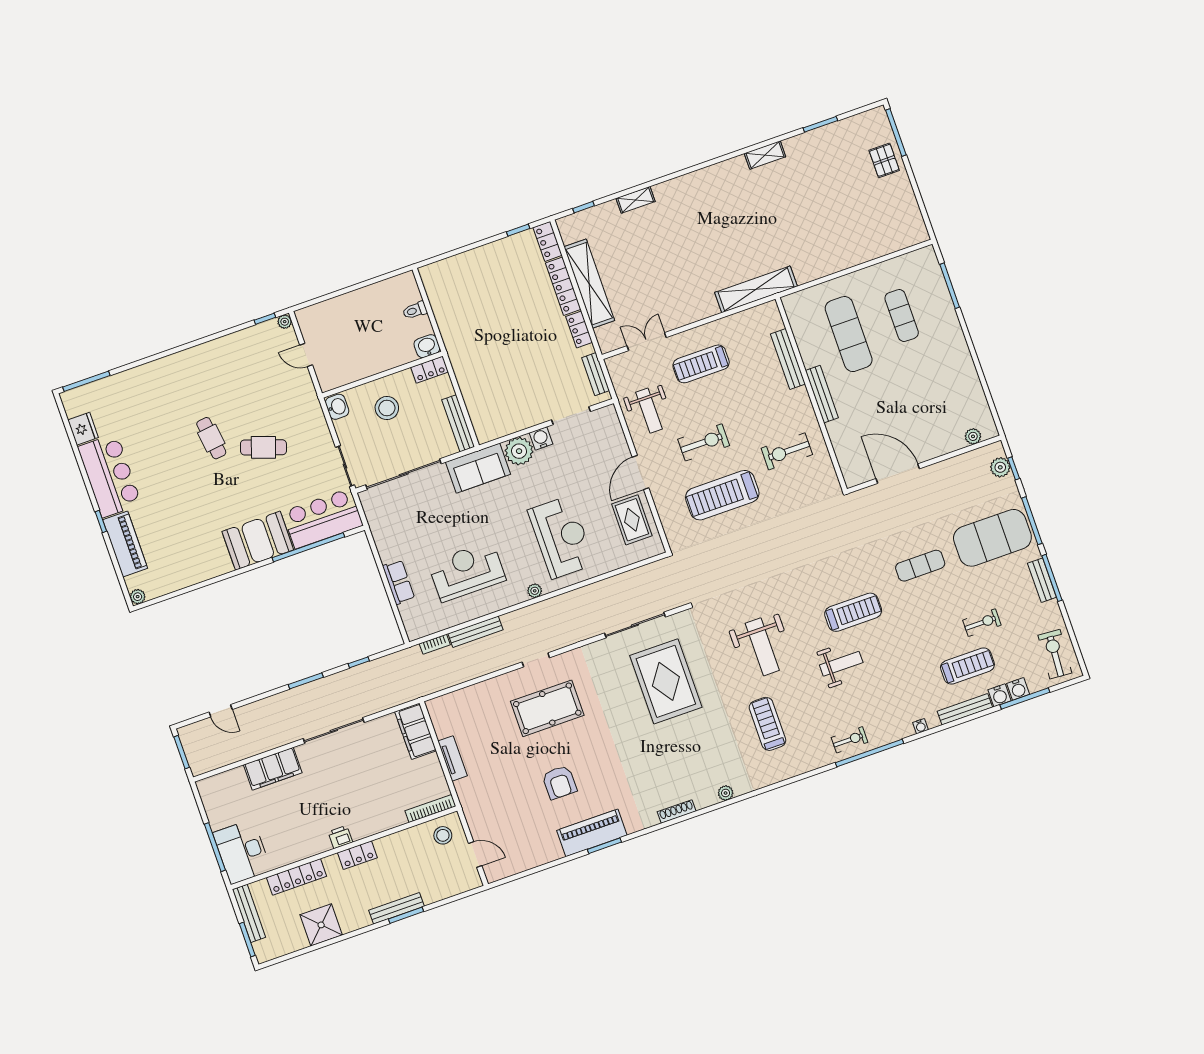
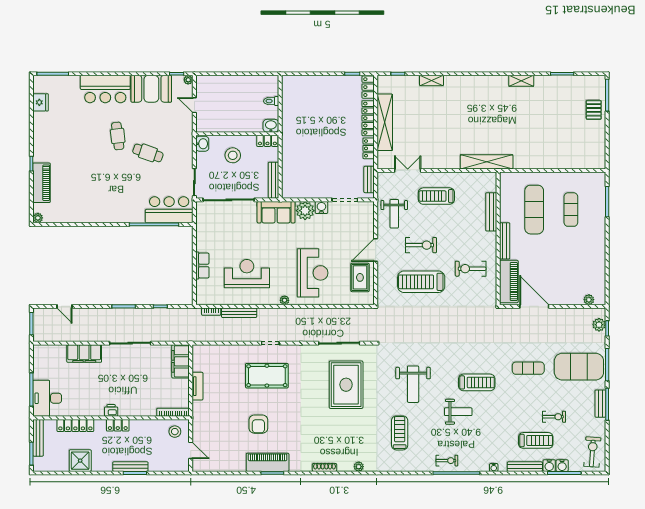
piano: (848, 451) -> (509, 281), added
bar counter: (110, 476) -> (105, 89), moved, turned 90
booth: (258, 541) -> (151, 89), moved

